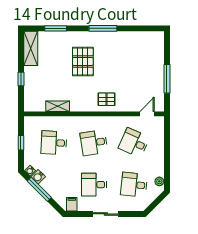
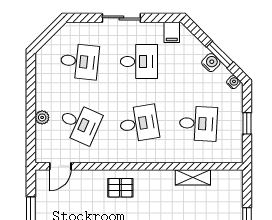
water cooler: (38, 177) -> (211, 63), moved
plant: (159, 181) -> (42, 117), moved
window: (39, 189) -> (220, 55), width x0.69

